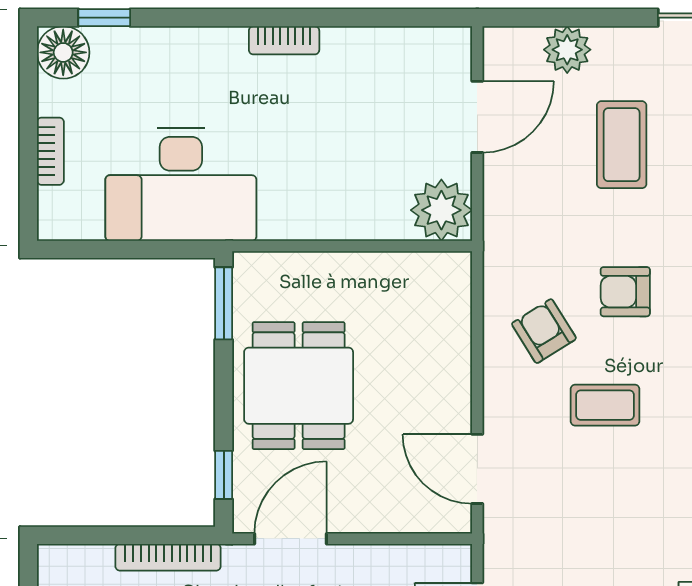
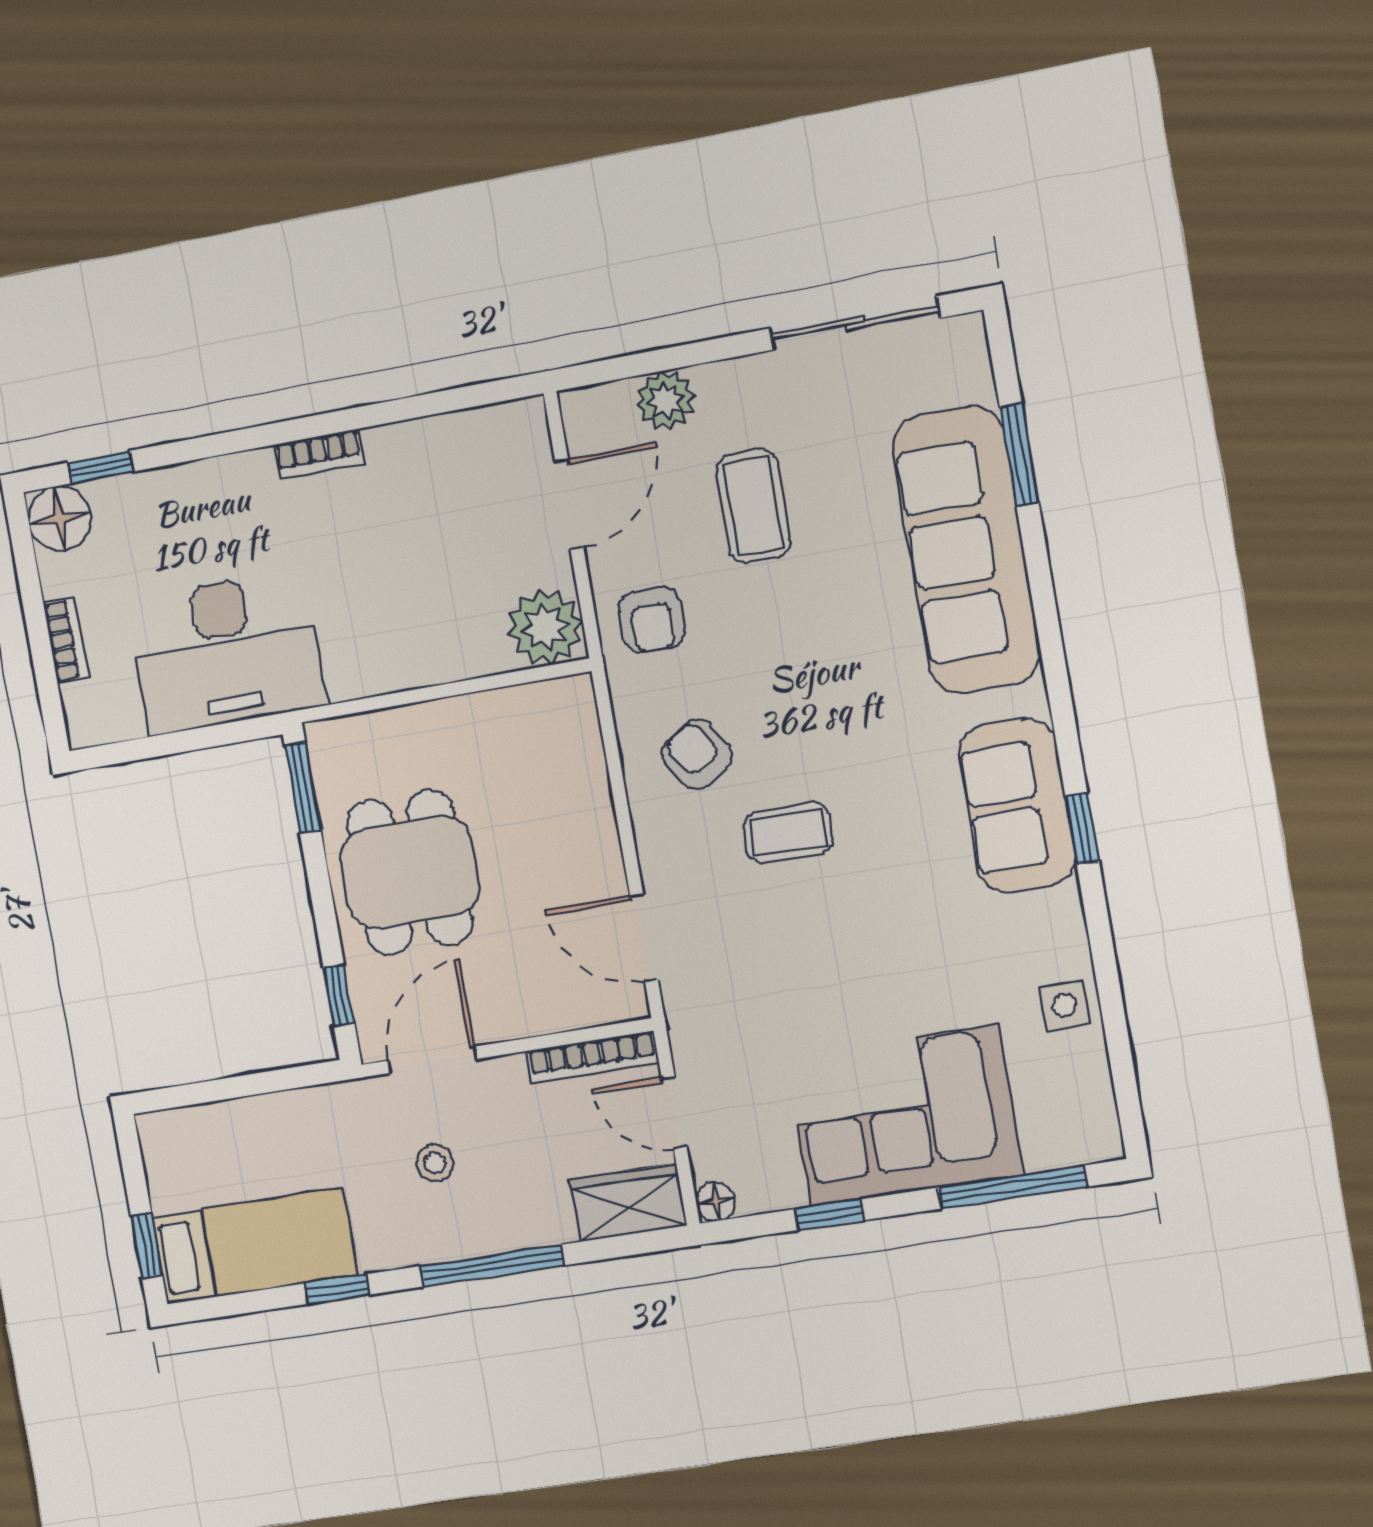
armchair: (625, 292) -> (652, 620), moved, turned -90
bookcase: (168, 557) -> (592, 1057), moved

